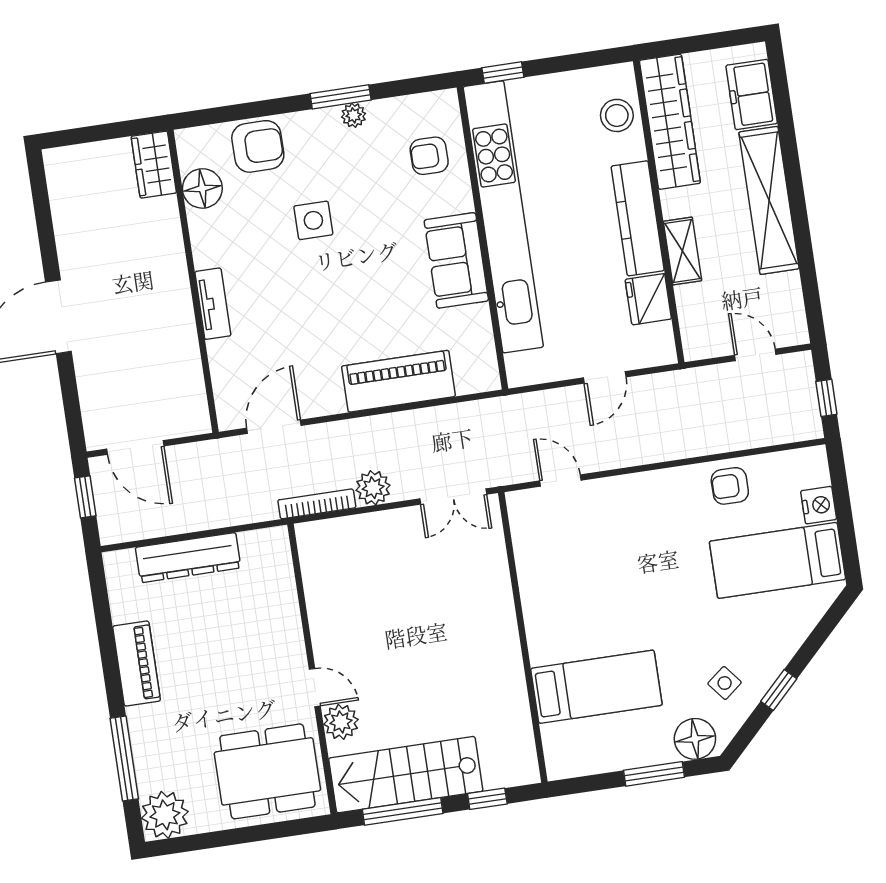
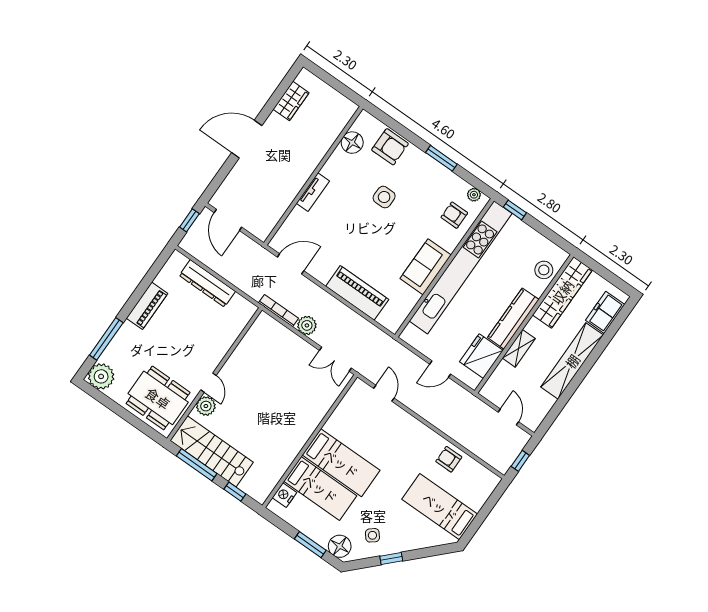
plant: (354, 115) -> (474, 195), moved
wardrobe: (154, 165) -> (291, 101), moved, turned 180
fridge: (648, 299) -> (481, 356), width x1.36, depth x1.34
nightstand: (819, 505) -> (284, 495), moved, turned 180
bed: (591, 626) -> (341, 463), added

